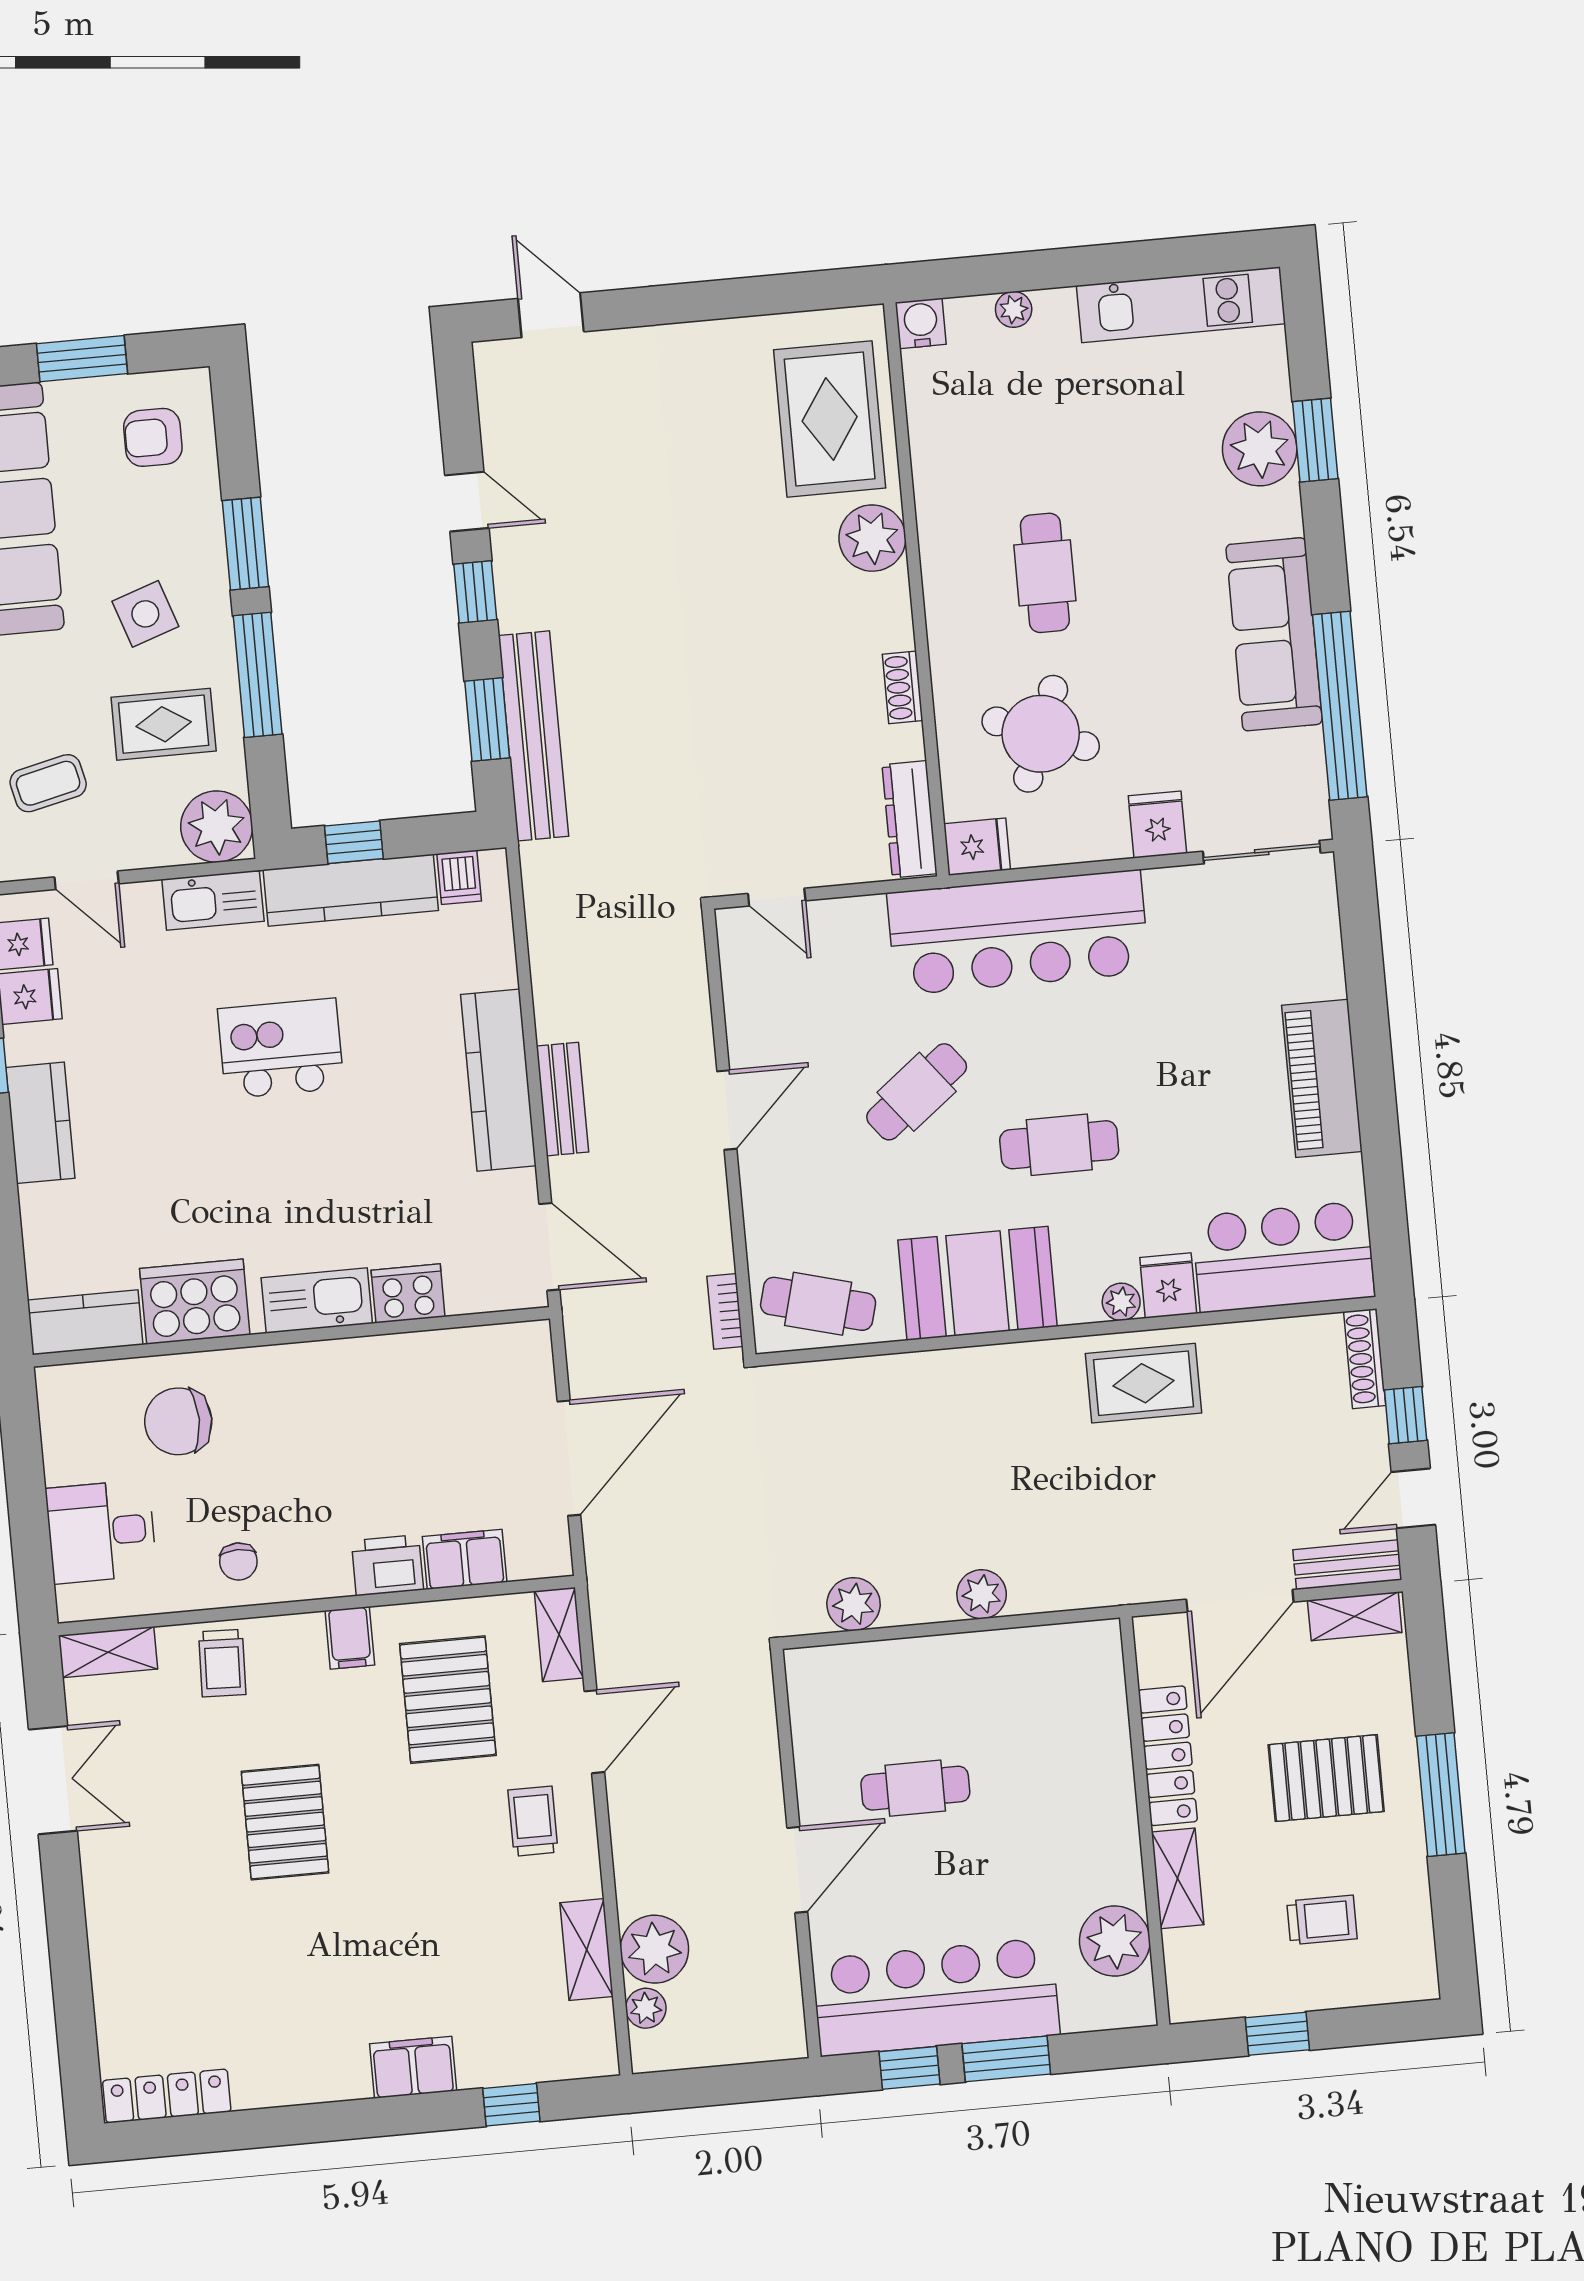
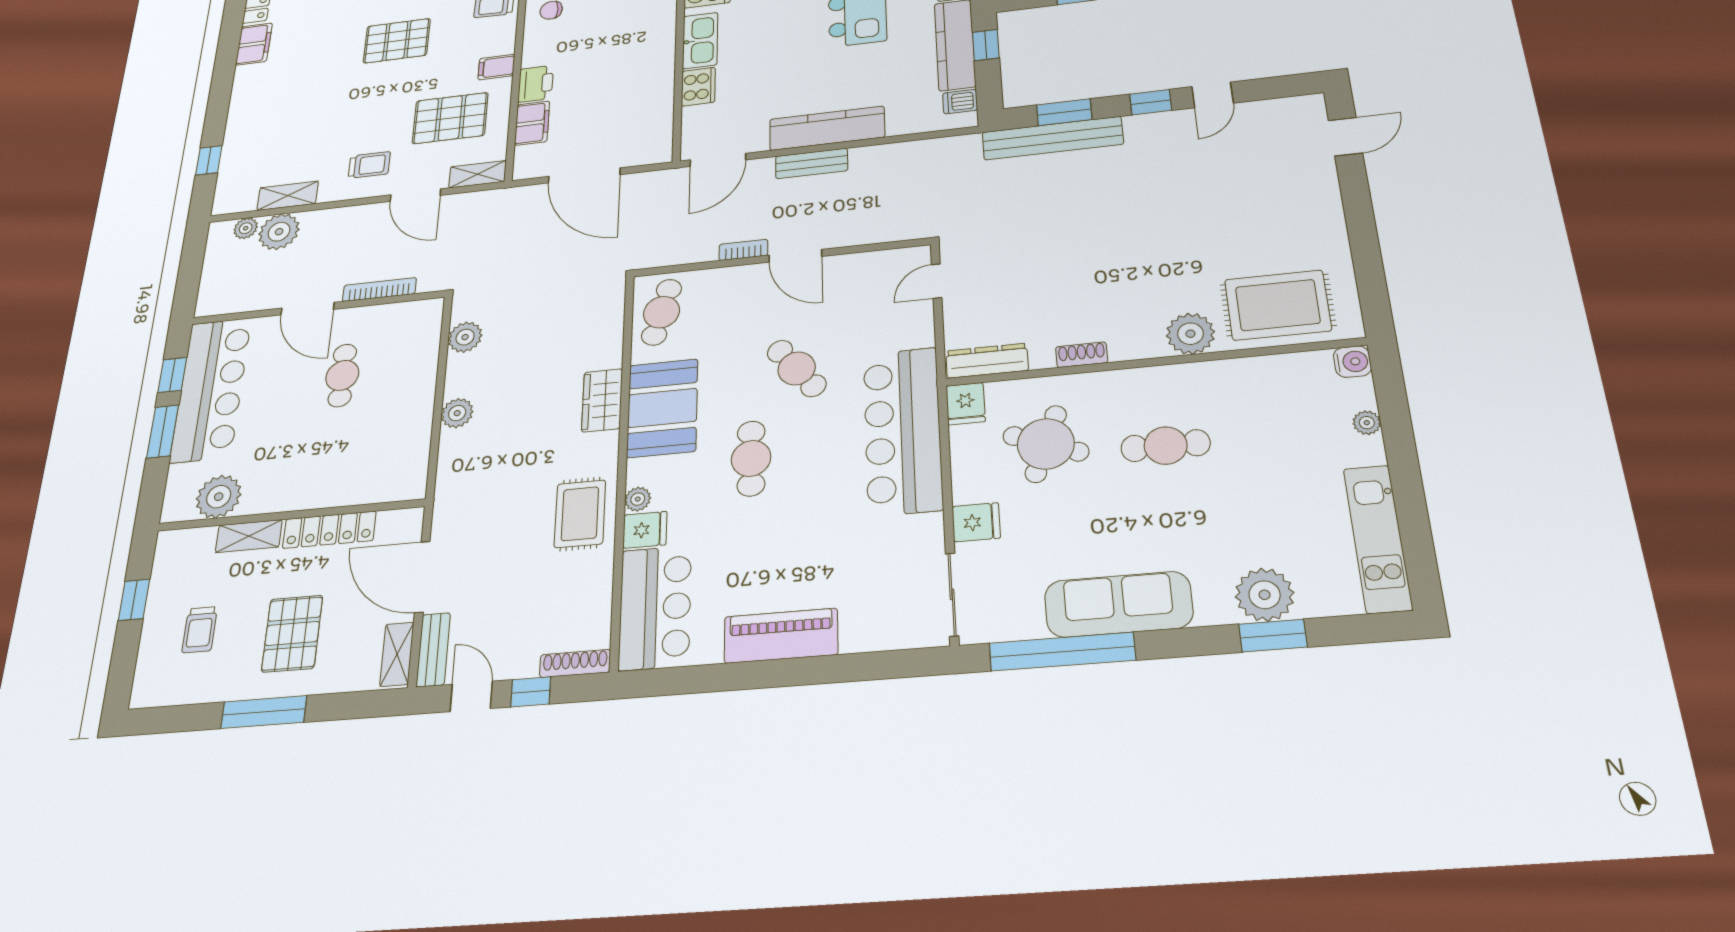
bookcase: (725, 1311) -> (743, 250), moved
wardrobe: (964, 1375) -> (602, 400), added
bookcase: (766, 1758) -> (379, 290), added
filing cabinet: (413, 2067) -> (254, 44), moved

